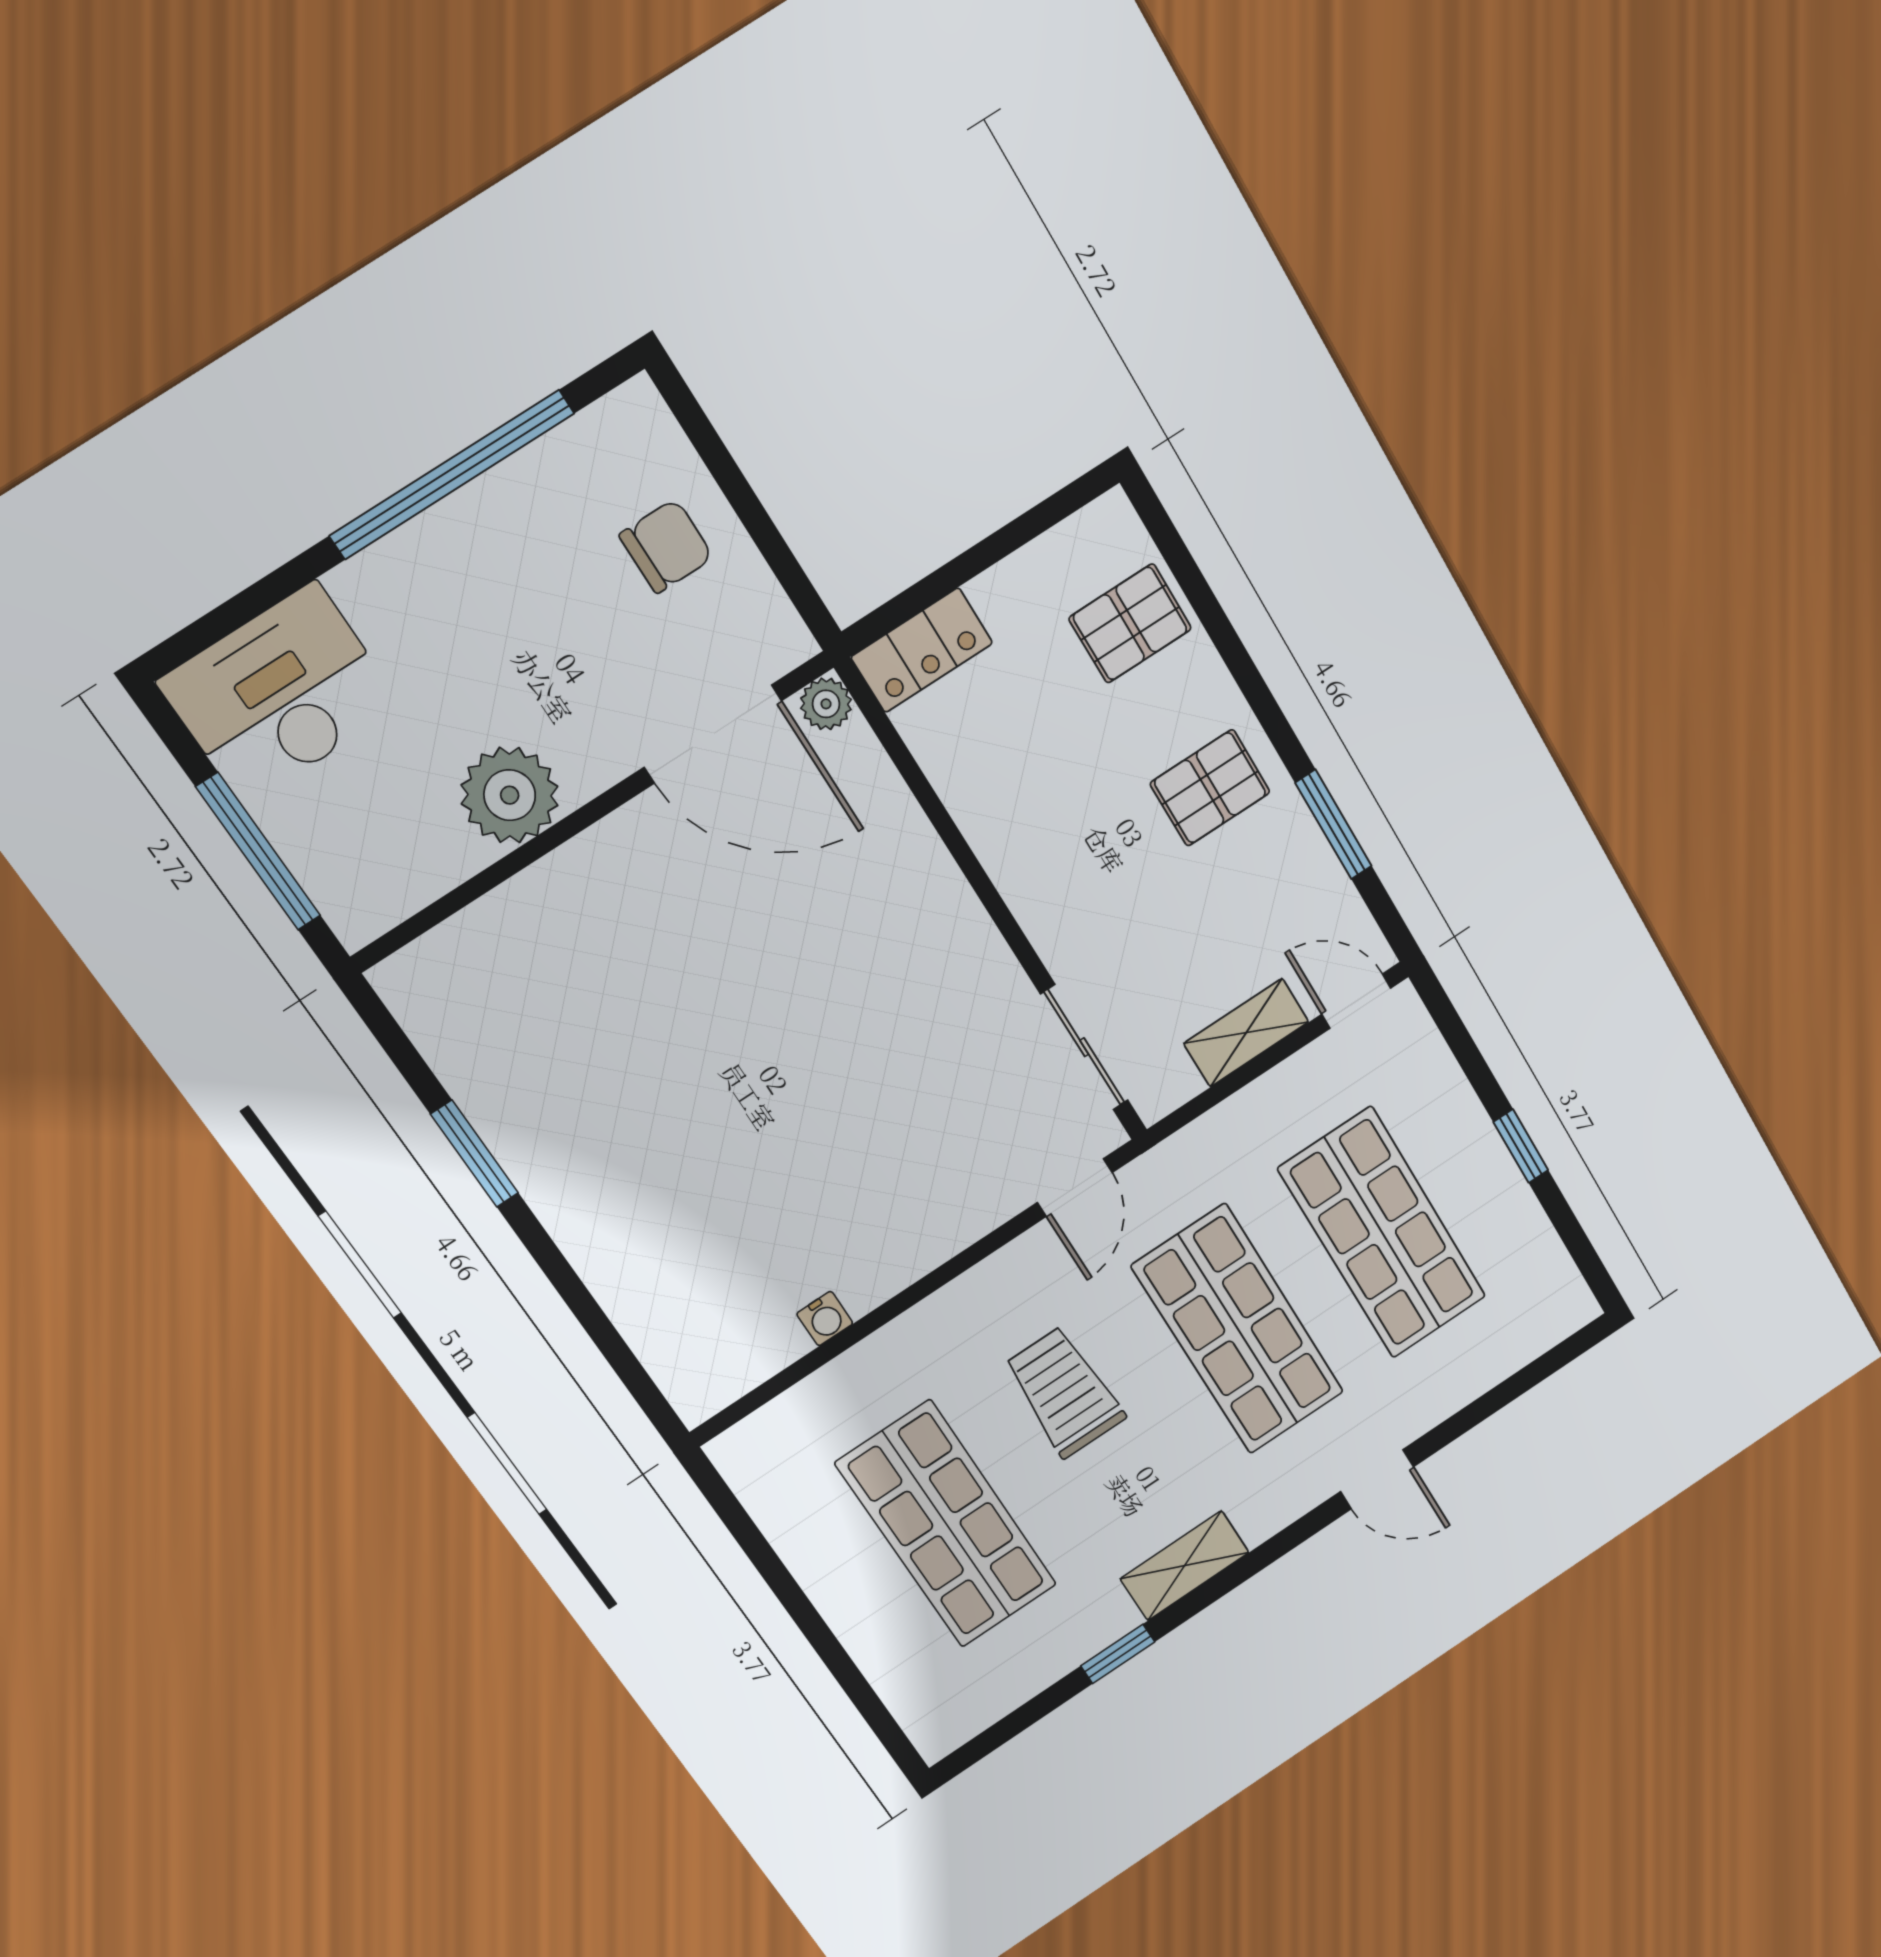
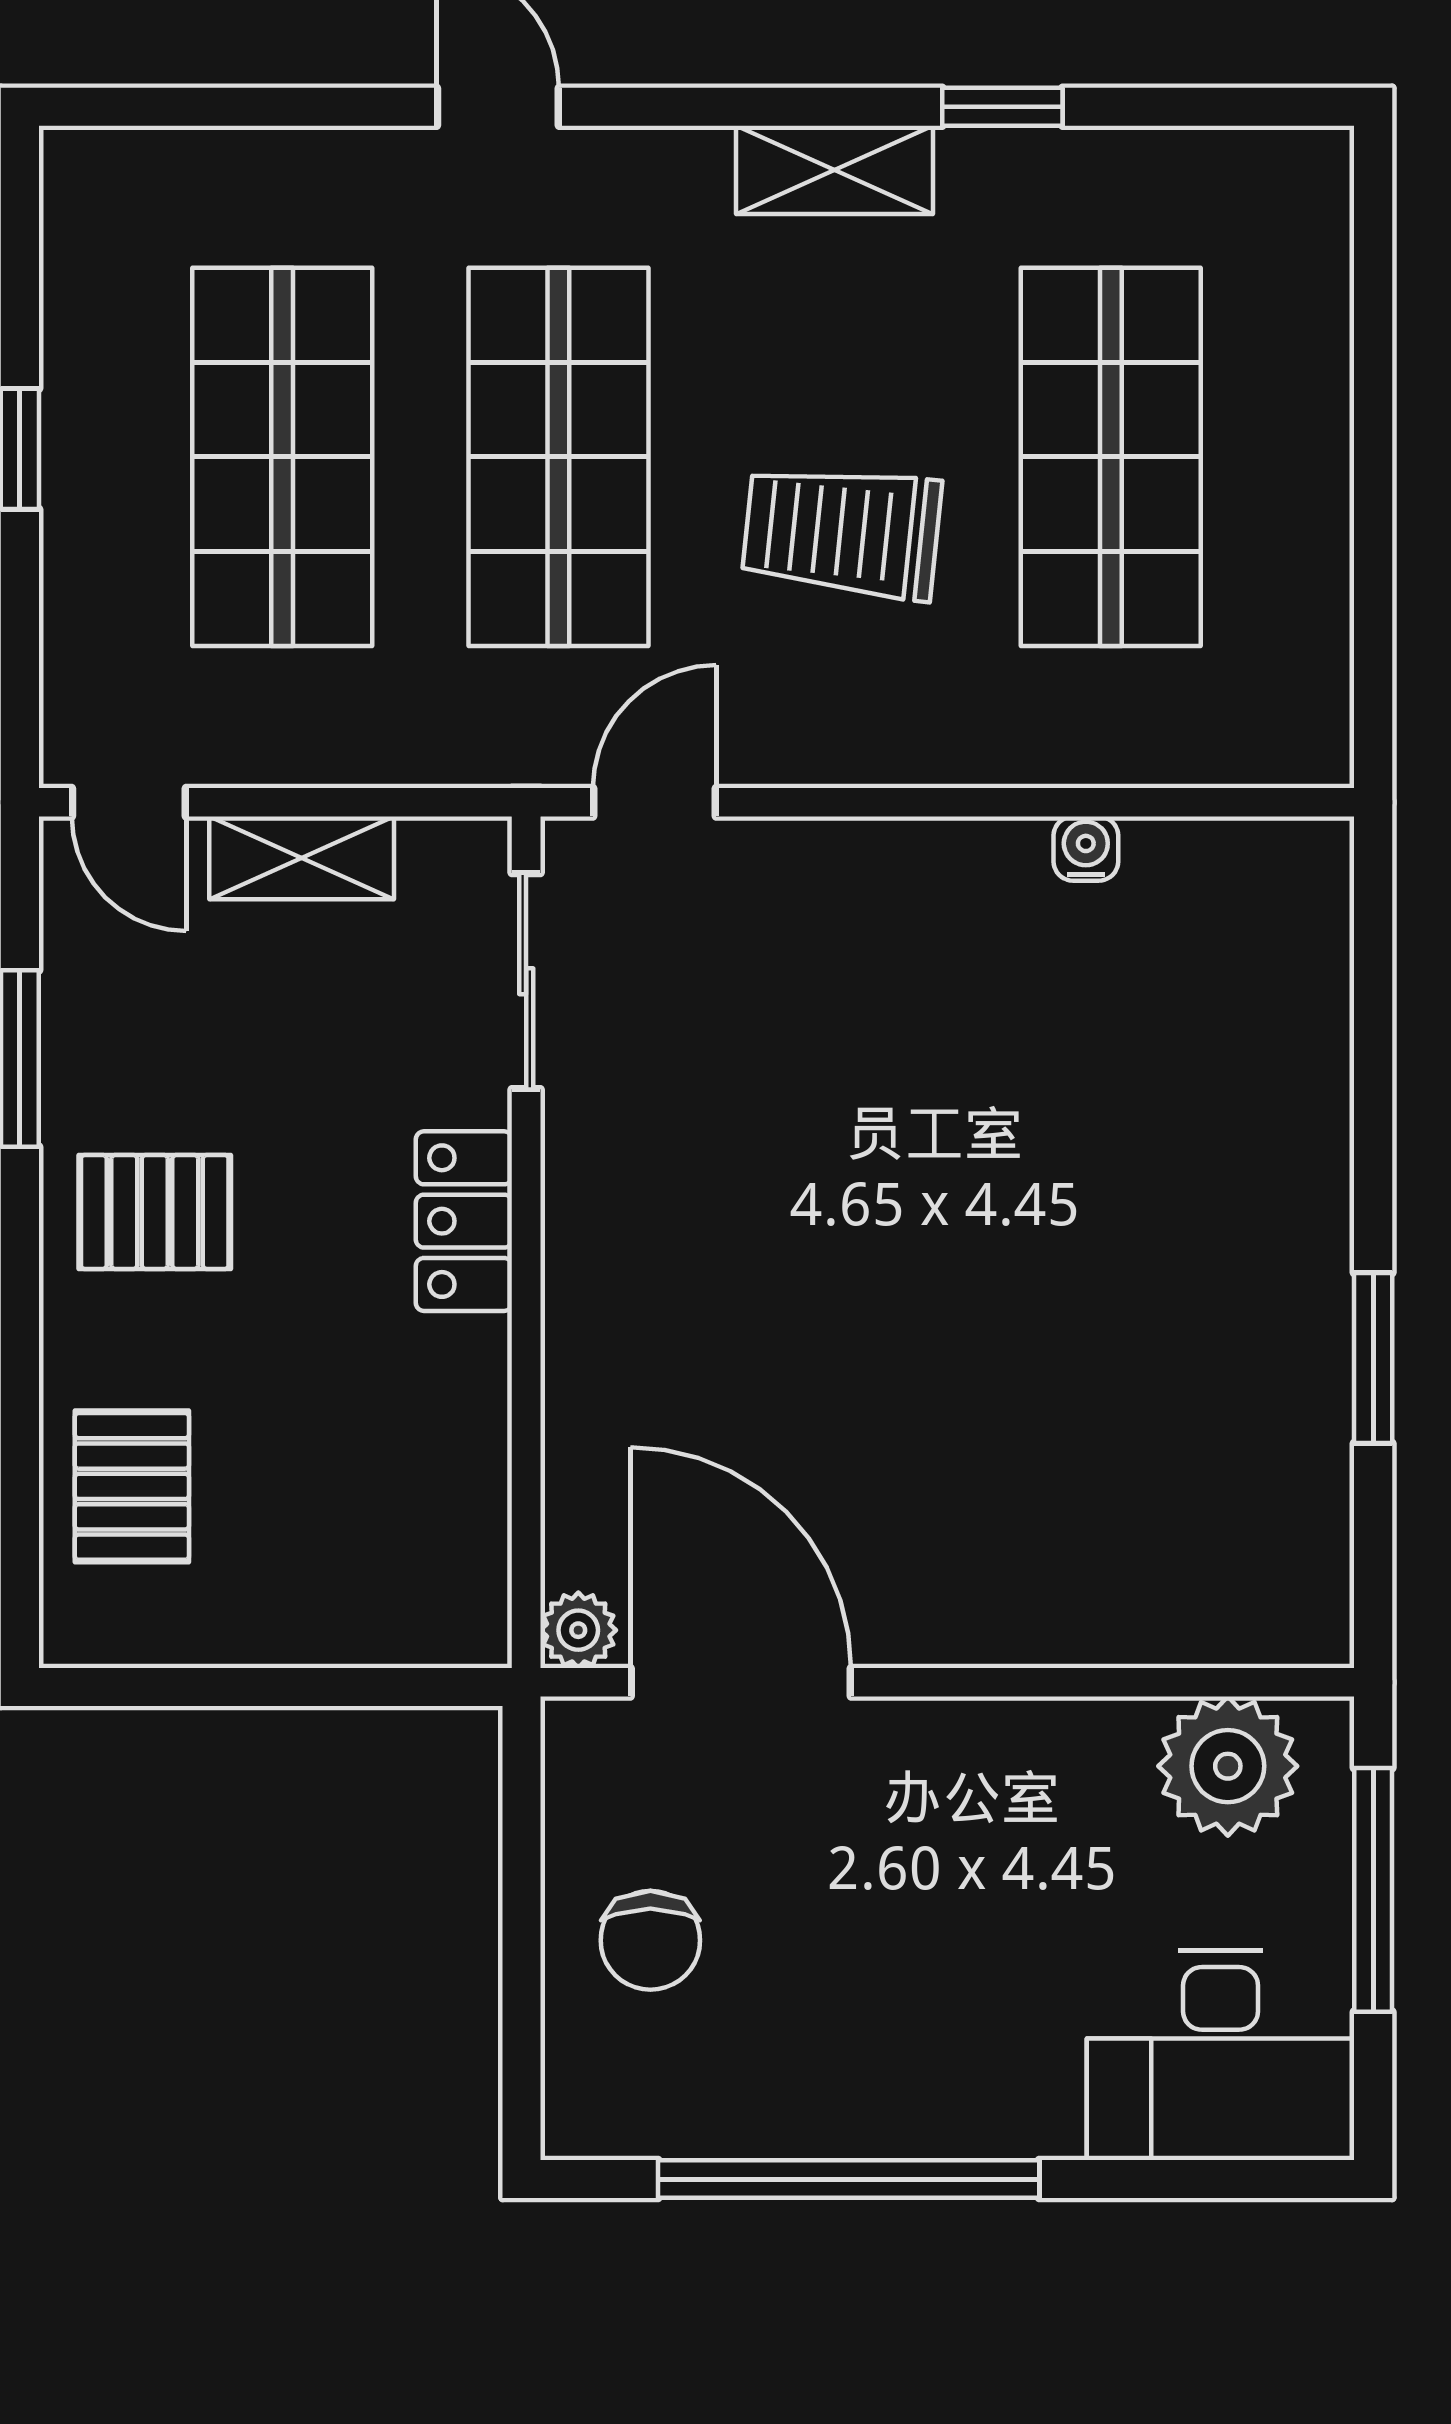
chair: (666, 546) -> (650, 1940), turned -90
pallet: (1130, 623) -> (132, 1486), turned 90
locker: (922, 650) -> (464, 1221), moved, turned -90
plant: (510, 795) -> (1228, 1766), moved
trolley: (1064, 1392) -> (842, 532), turned 96

